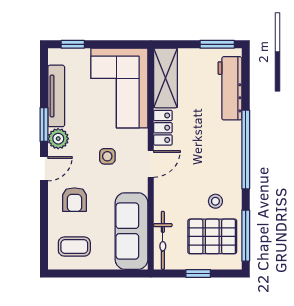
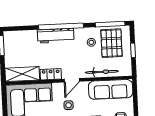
workbench: (230, 88) -> (56, 36), moved
door: (151, 164) -> (72, 80), swing flipped
bicycle: (163, 240) -> (102, 72), moved

